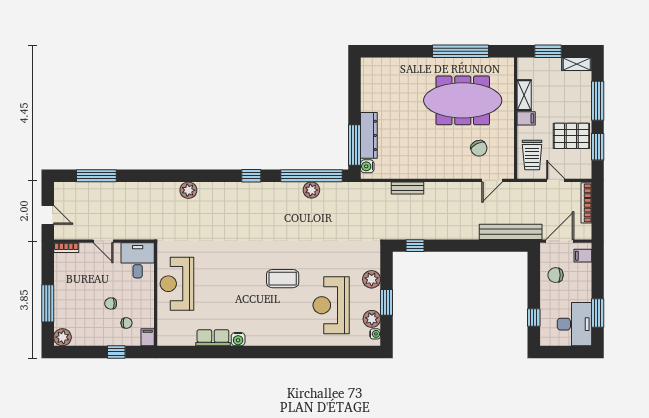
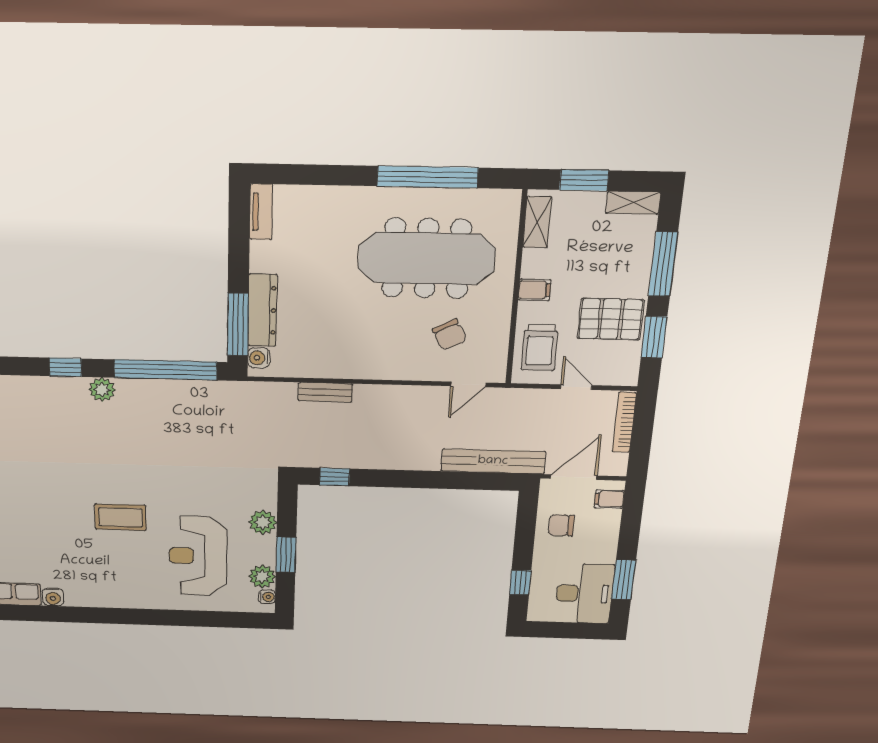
tv unit: (367, 74) -> (261, 212), added
shelving: (524, 95) -> (537, 222), moved
plant: (311, 190) -> (102, 390), moved

